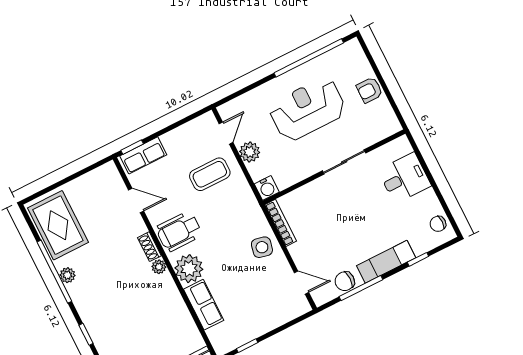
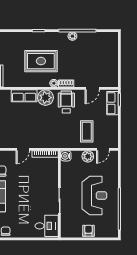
door: (226, 133) -> (103, 149), hinge flipped
desk: (405, 178) -> (47, 226), moved, turned -90
rug: (58, 225) -> (41, 61), moved
side table: (262, 247) -> (38, 139), removed
door: (302, 283) -> (23, 149), moved

